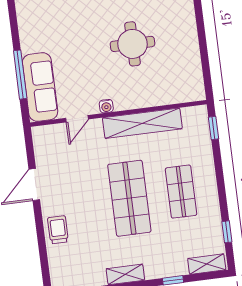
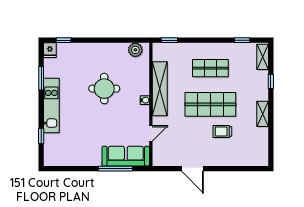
plant: (193, 81) -> (135, 50), added
water cooler: (106, 106) -> (145, 100), moved
door: (77, 119) -> (151, 133), hinge flipped
trolley: (58, 230) -> (222, 132), moved

